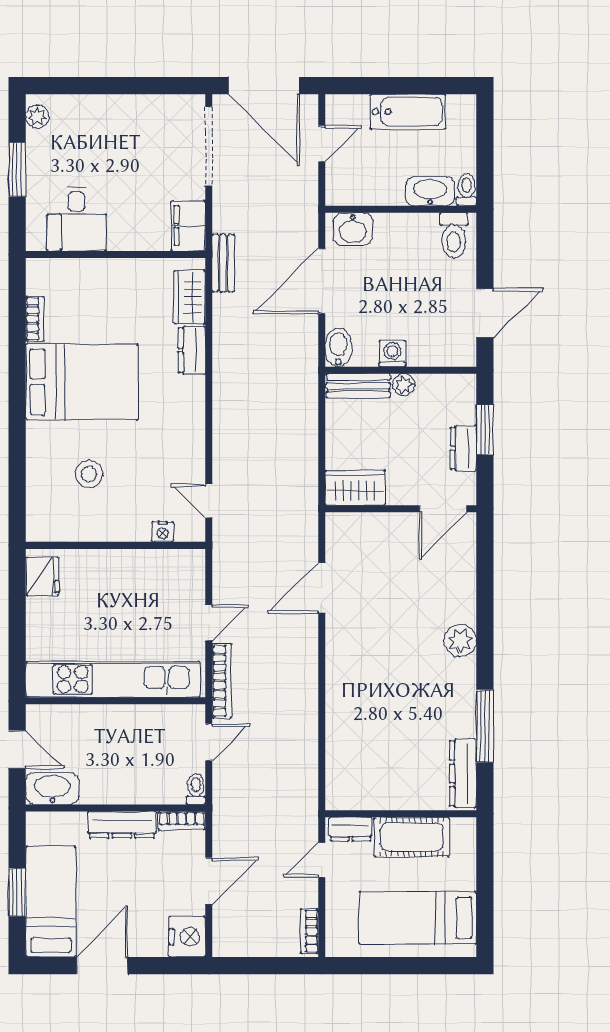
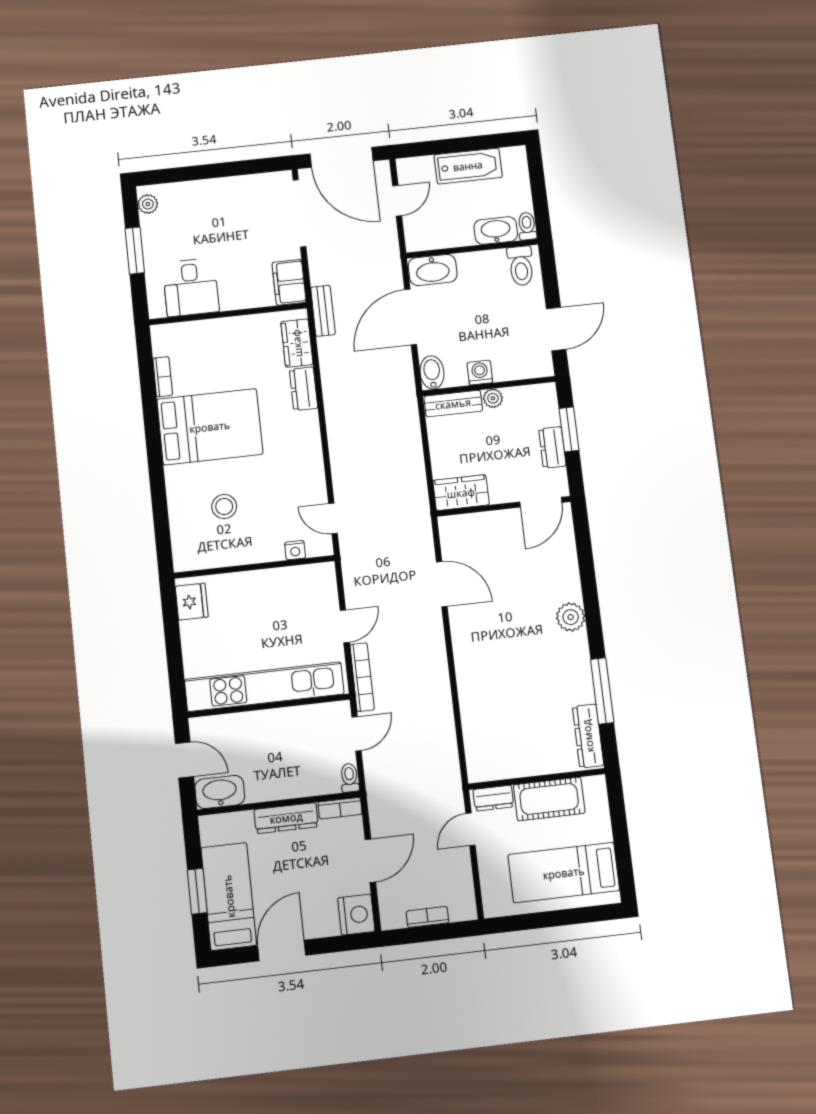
washbasin: (353, 229) -> (433, 270), width x1.38
door: (322, 588) -> (442, 584), swing flipped
bookcase: (309, 931) -> (427, 917), moved, turned 90

